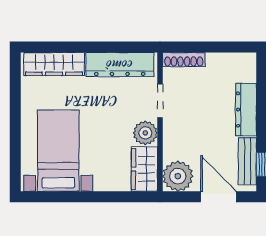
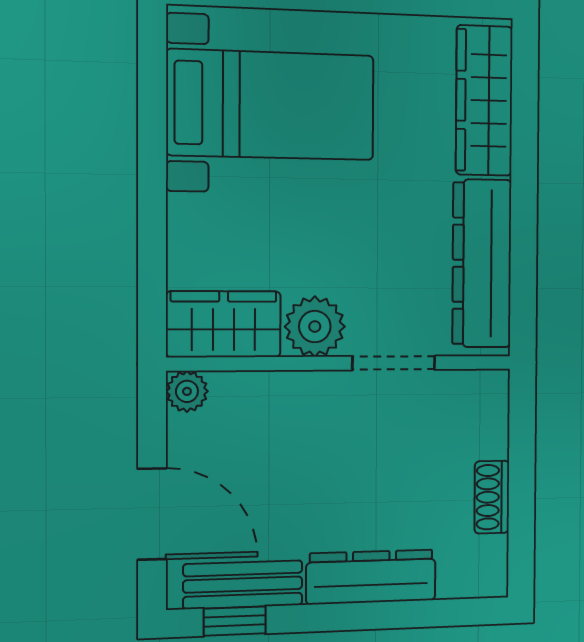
shoe rack: (184, 60) -> (492, 497), moved, width x0.70
plant: (178, 176) -> (187, 391), width x0.53, depth x0.53
door: (218, 197) -> (152, 514), hinge flipped

